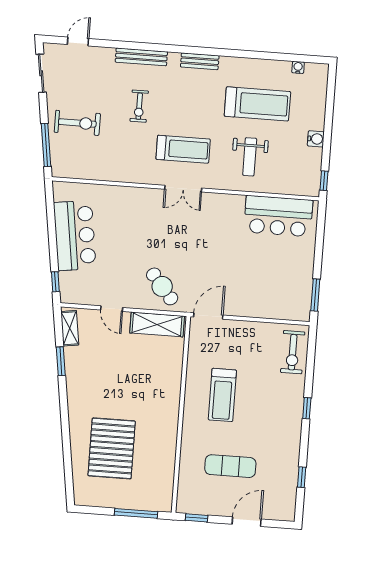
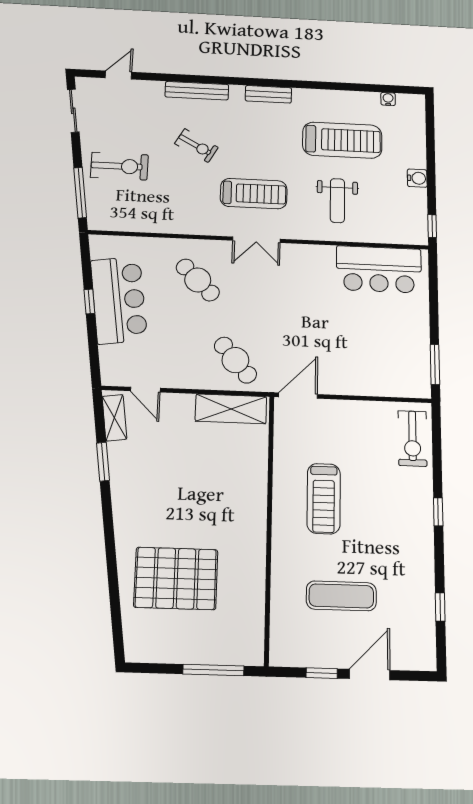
exercise bike: (139, 106) -> (196, 146), turned -61
cafe table: (136, 221) -> (198, 280), added
window: (55, 282) -> (89, 301), moved
door: (112, 309) -> (145, 390), moved
pallet: (112, 448) -> (176, 578), turned 90
window: (197, 518) -> (322, 673), moved

